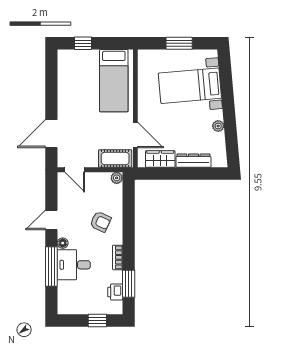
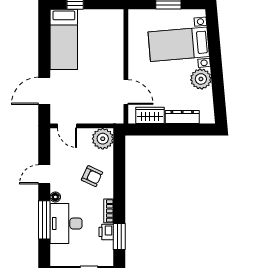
bed: (114, 81) -> (64, 39), moved
plant: (218, 126) -> (201, 79), width x1.87, depth x1.87
cot: (115, 159) -> (106, 115), removed
plant: (117, 178) -> (103, 139), width x1.88, depth x1.88
desk: (74, 265) -> (66, 224), width x1.37
printer: (115, 292) -> (106, 232), moved

